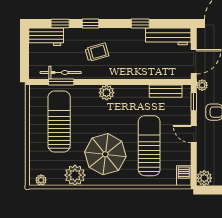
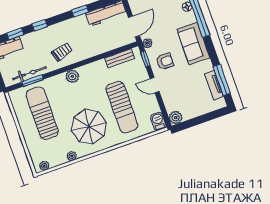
trolley: (97, 52) -> (62, 52), moved
sun lounger: (149, 146) -> (122, 107), turned 180
plant: (75, 175) -> (72, 156), width x0.53, depth x0.53

